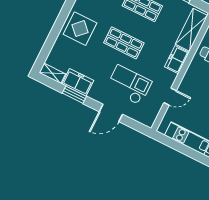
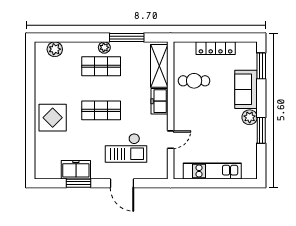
shelving: (52, 73) -> (47, 173), removed
checkout: (129, 85) -> (126, 148), turned 180
door: (111, 113) -> (122, 183), hinge flipped

